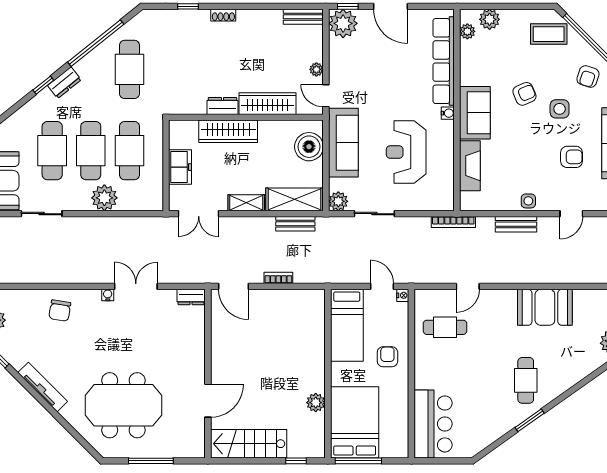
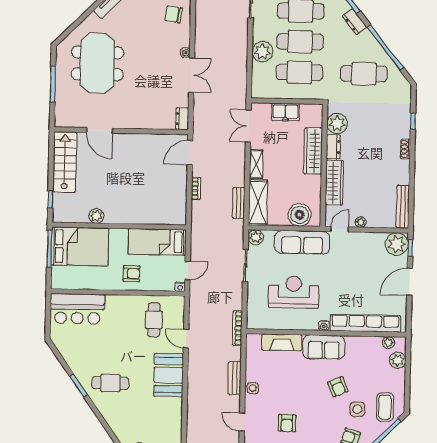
bench: (303, 17) -> (403, 207), width x1.36
plant: (193, 102) -> (337, 124), added
side table: (560, 109) -> (357, 409), moved
booth: (545, 307) -> (169, 375), moved

